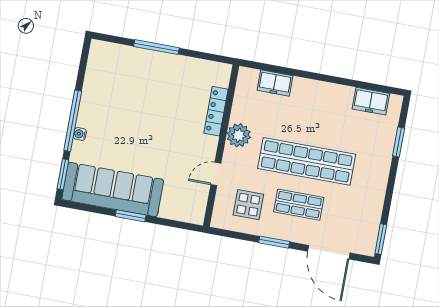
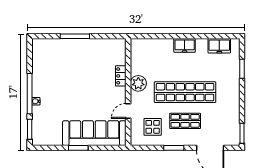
freezer: (275, 83) -> (185, 45), moved
locker: (216, 111) -> (121, 76), width x0.66
sofa: (113, 190) -> (94, 133), moved

